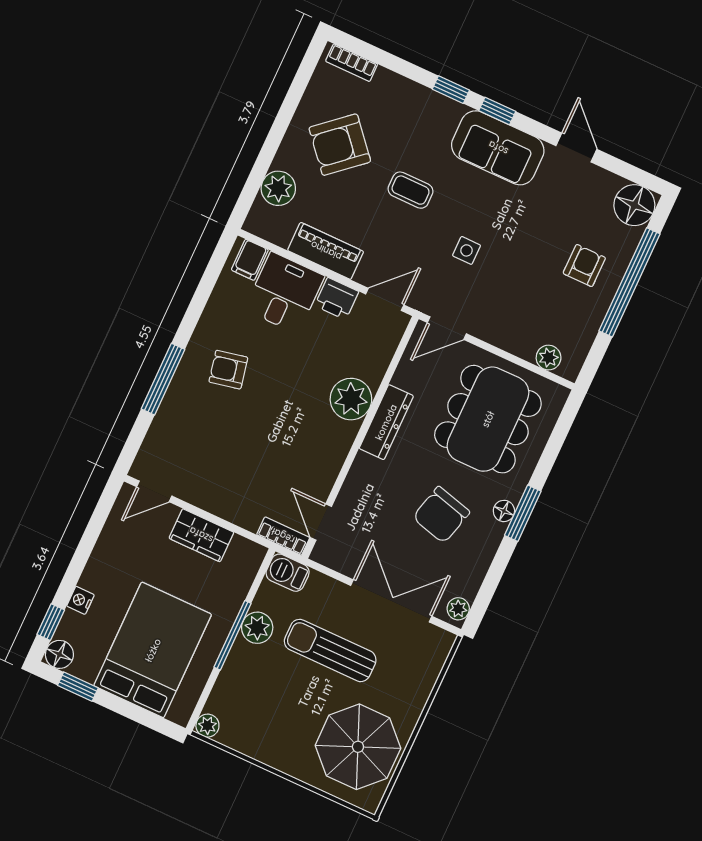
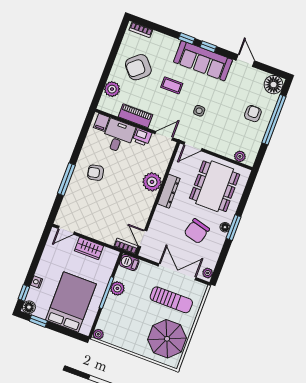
sofa: (498, 148) -> (203, 61), width x1.36
sun lounger: (330, 650) -> (171, 300), moved, turned 180

